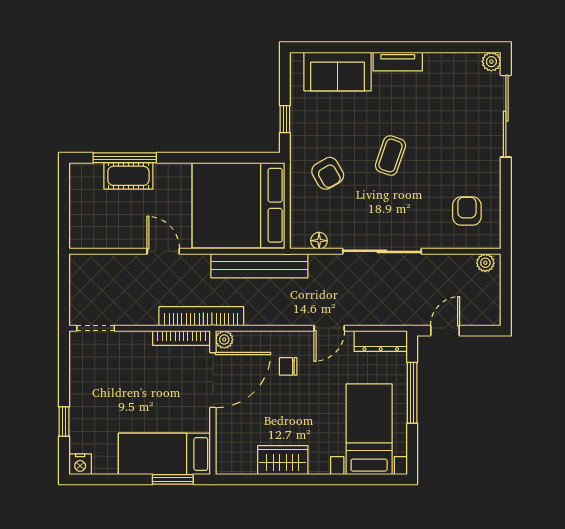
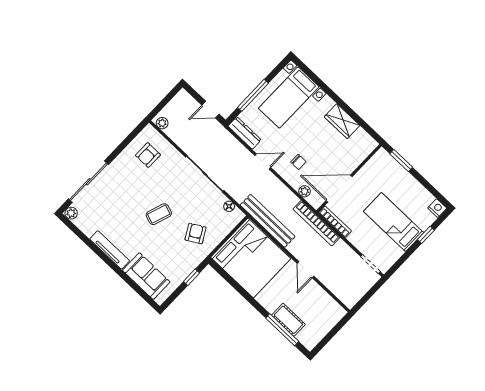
tv unit: (398, 61) -> (110, 250), width x1.41
plant: (224, 340) -> (305, 191), moved
bed: (164, 454) -> (394, 222), moved, turned 180

